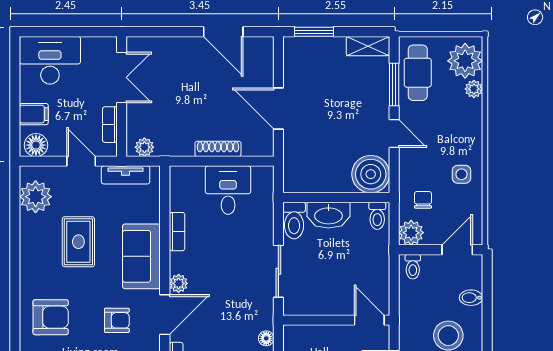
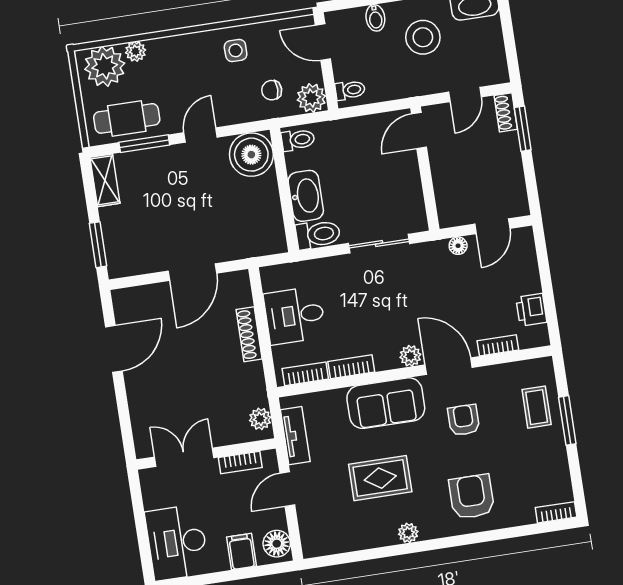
bookcase: (177, 192) -> (305, 374), added
plant: (36, 197) -> (408, 533), moved, width x0.53, depth x0.53

